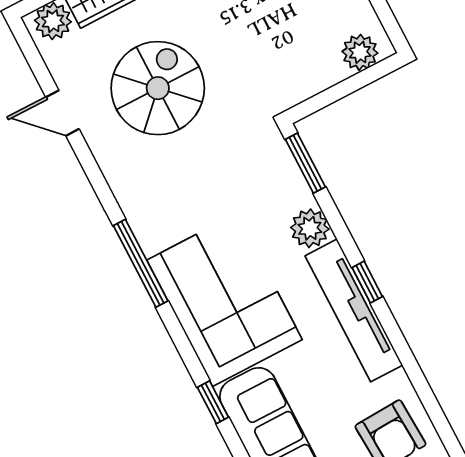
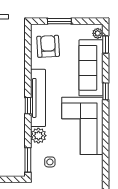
side table: (255, 184) -> (50, 162), added
window: (141, 263) -> (106, 155), removed

